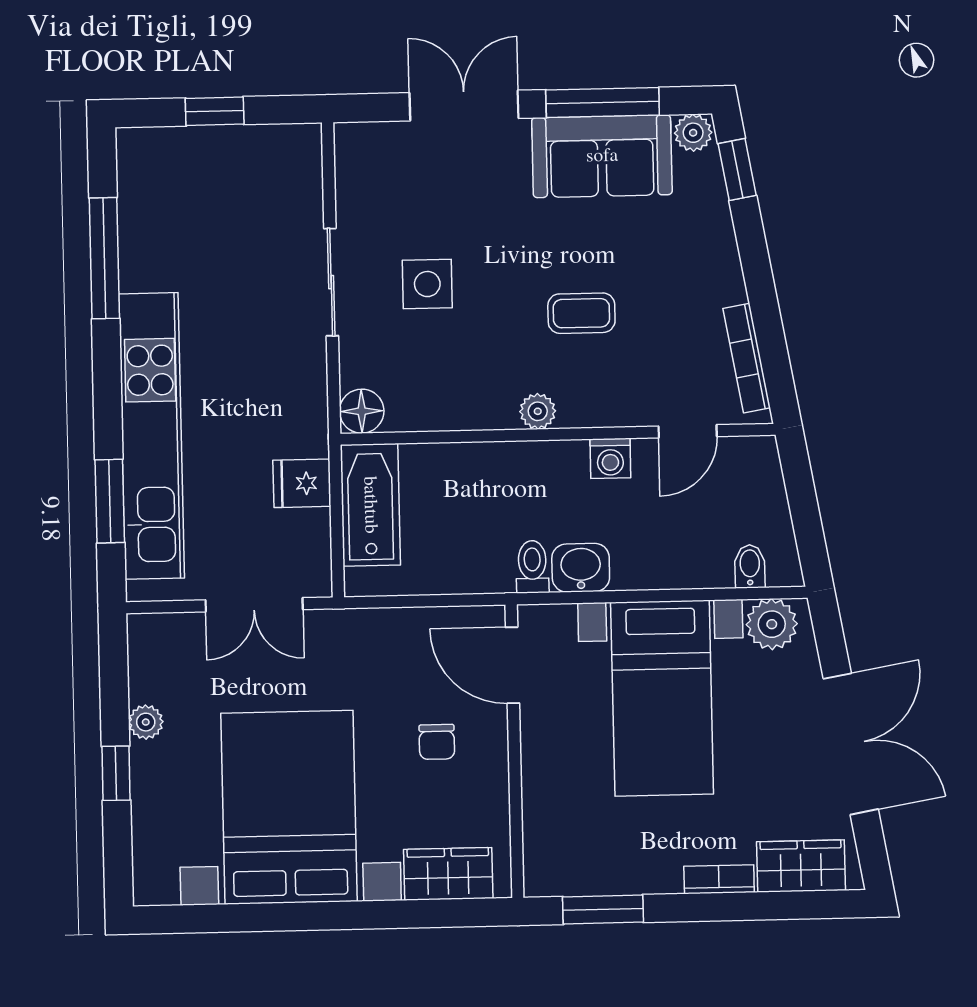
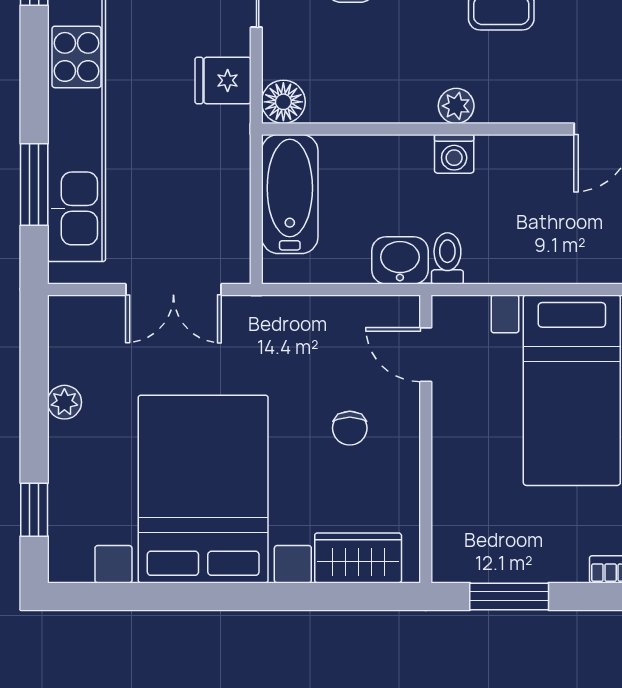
washing machine: (610, 458) -> (454, 154), moved
fridge: (302, 483) -> (223, 80), moved
washbasin: (581, 568) -> (400, 260), moved
door: (513, 665) -> (426, 355), width x0.73
window: (116, 773) -> (34, 510), moved

